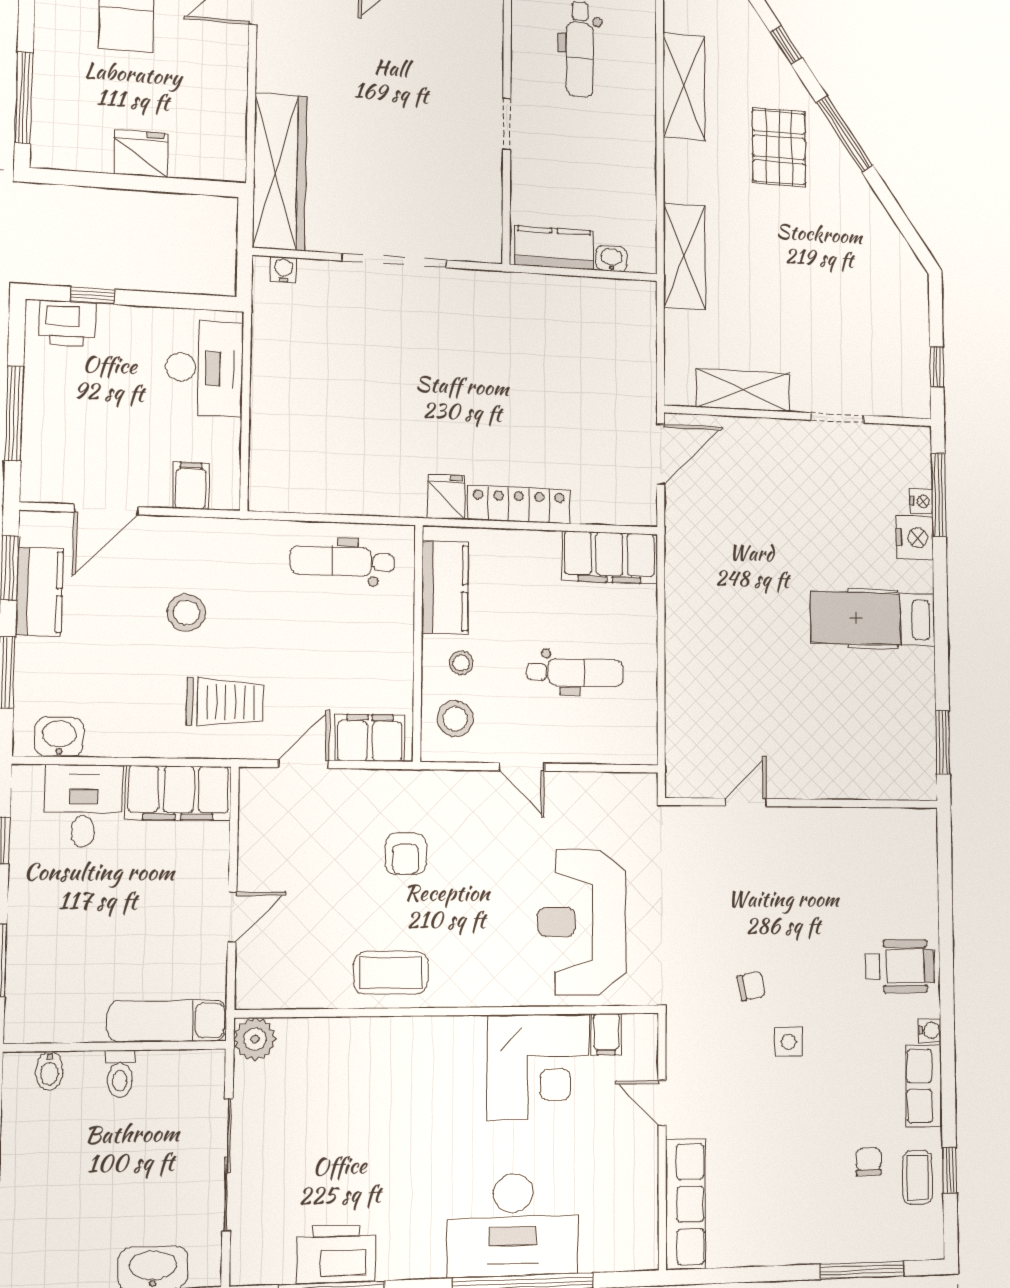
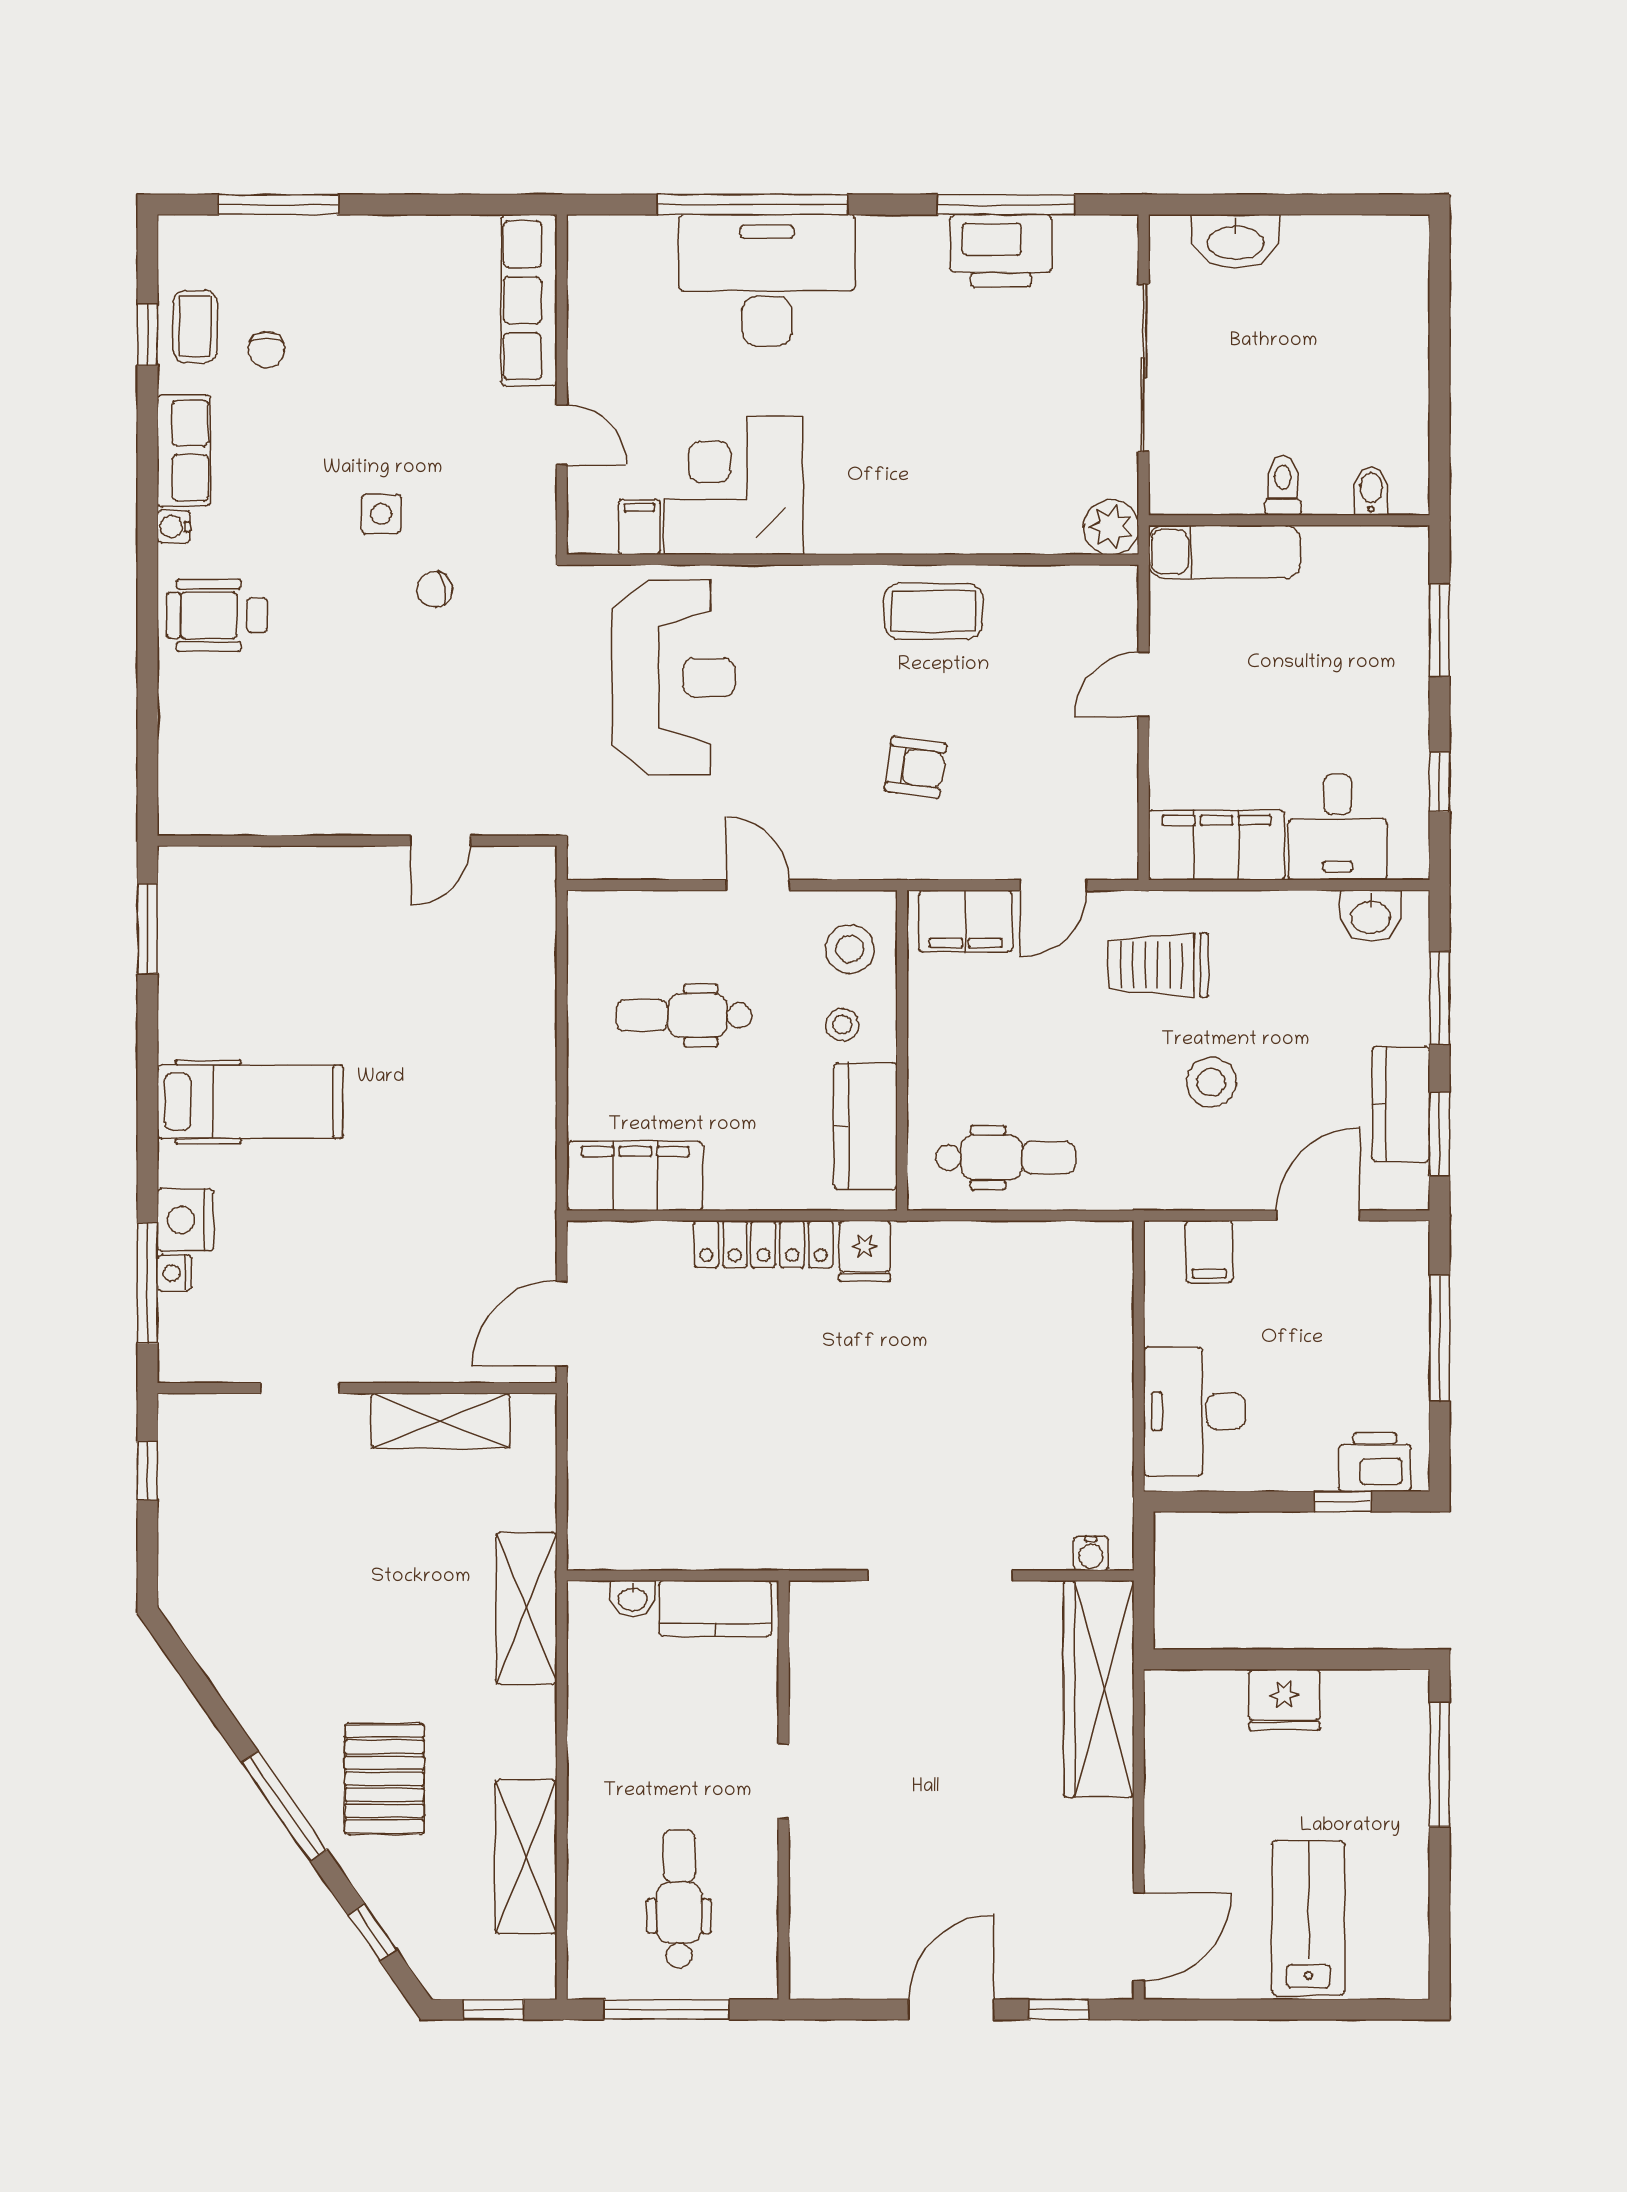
armchair: (406, 854) -> (915, 767), turned 98

